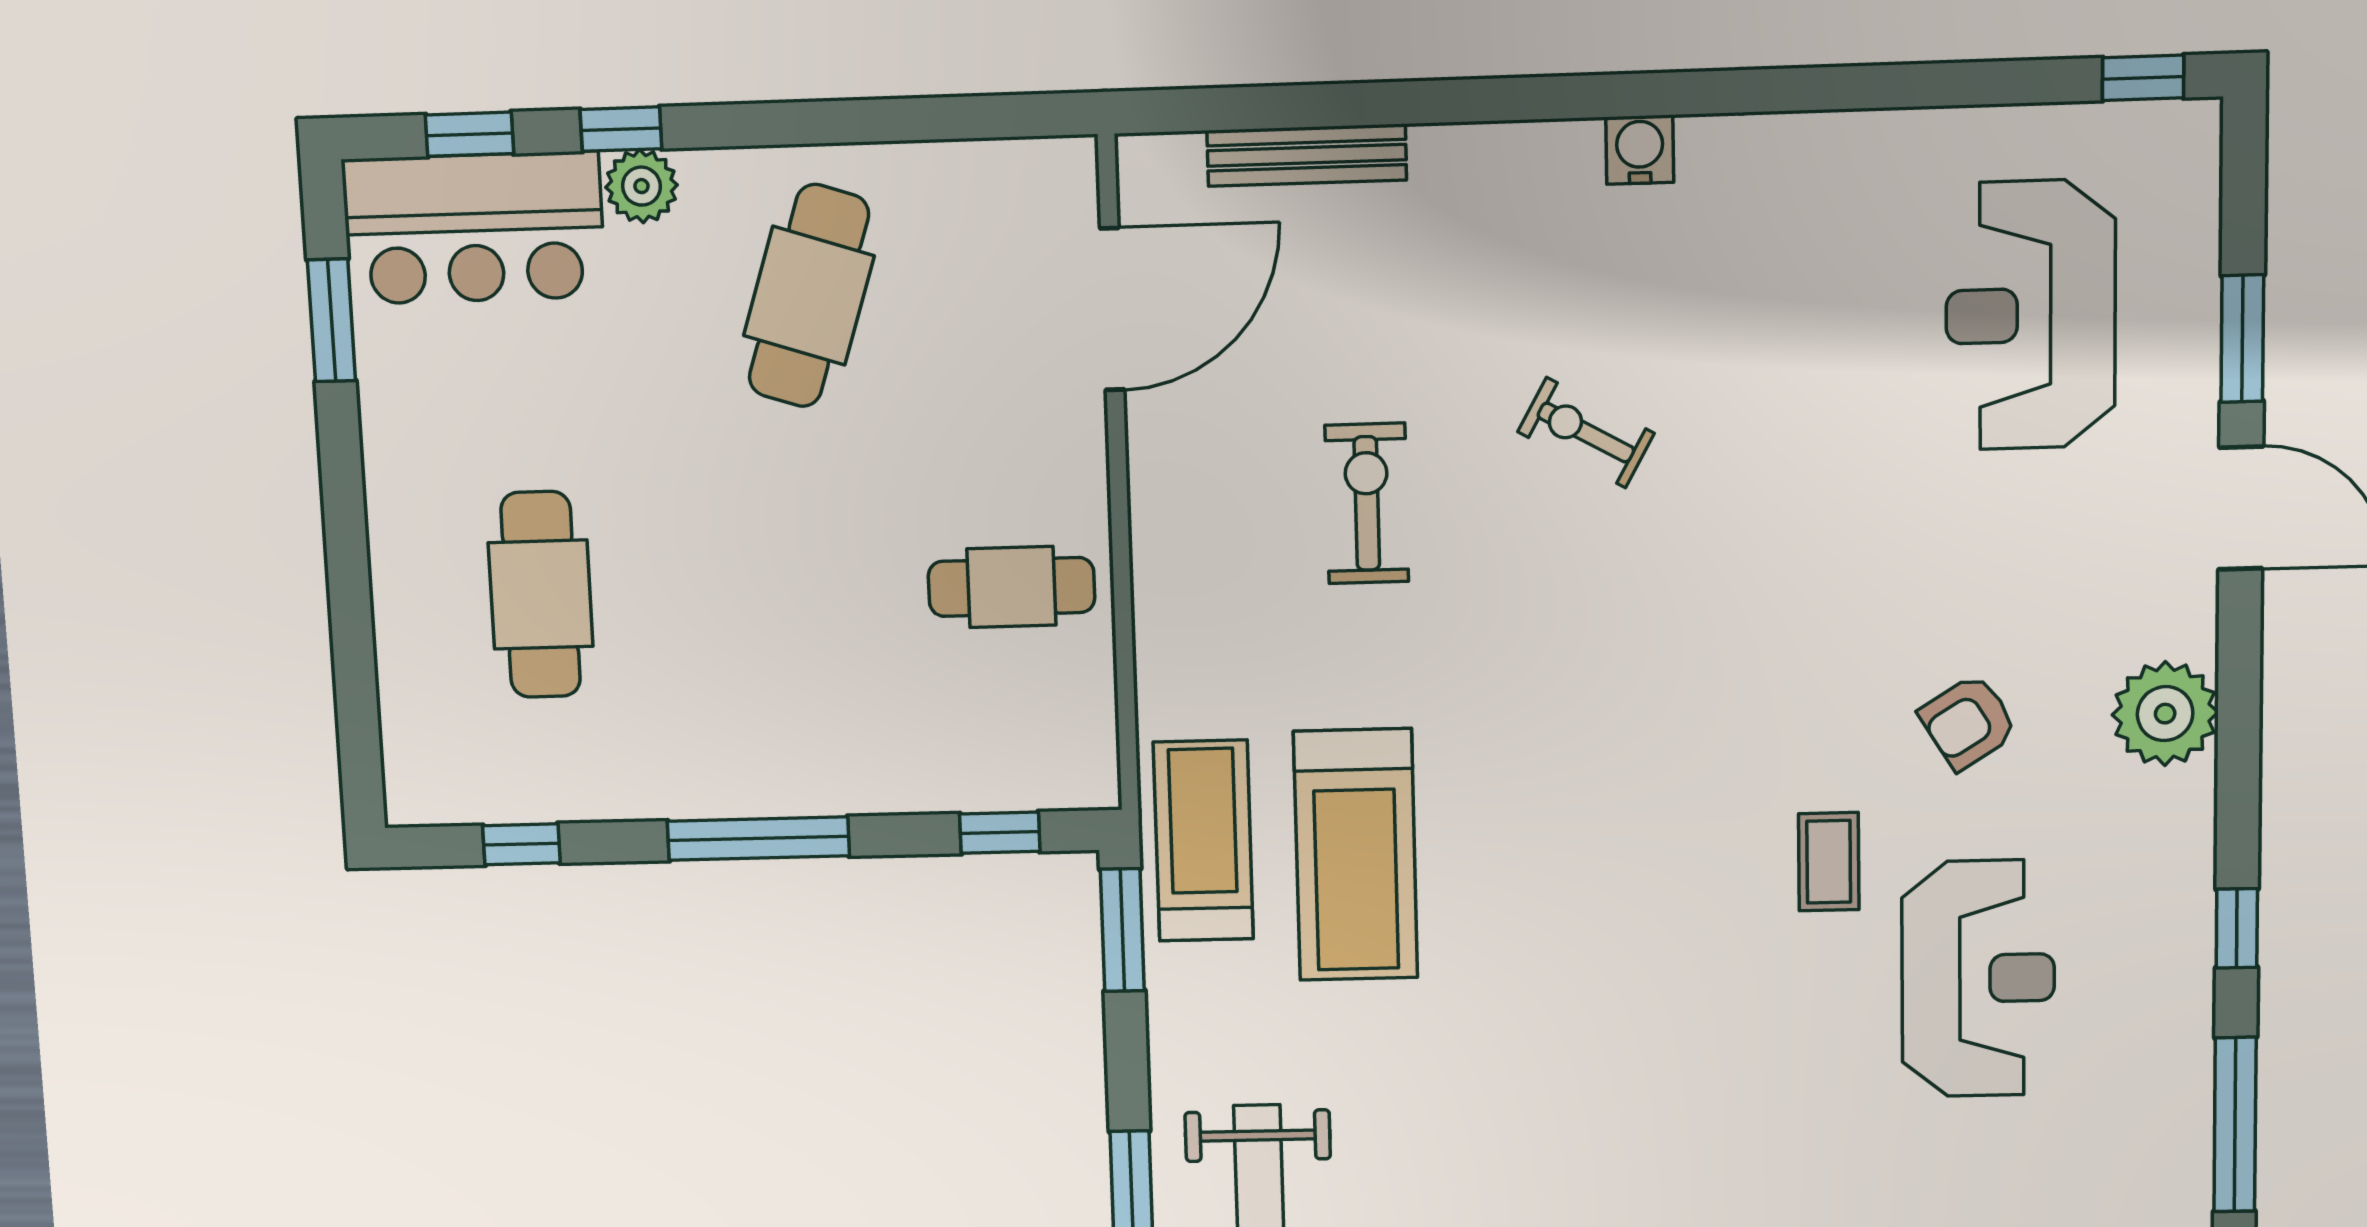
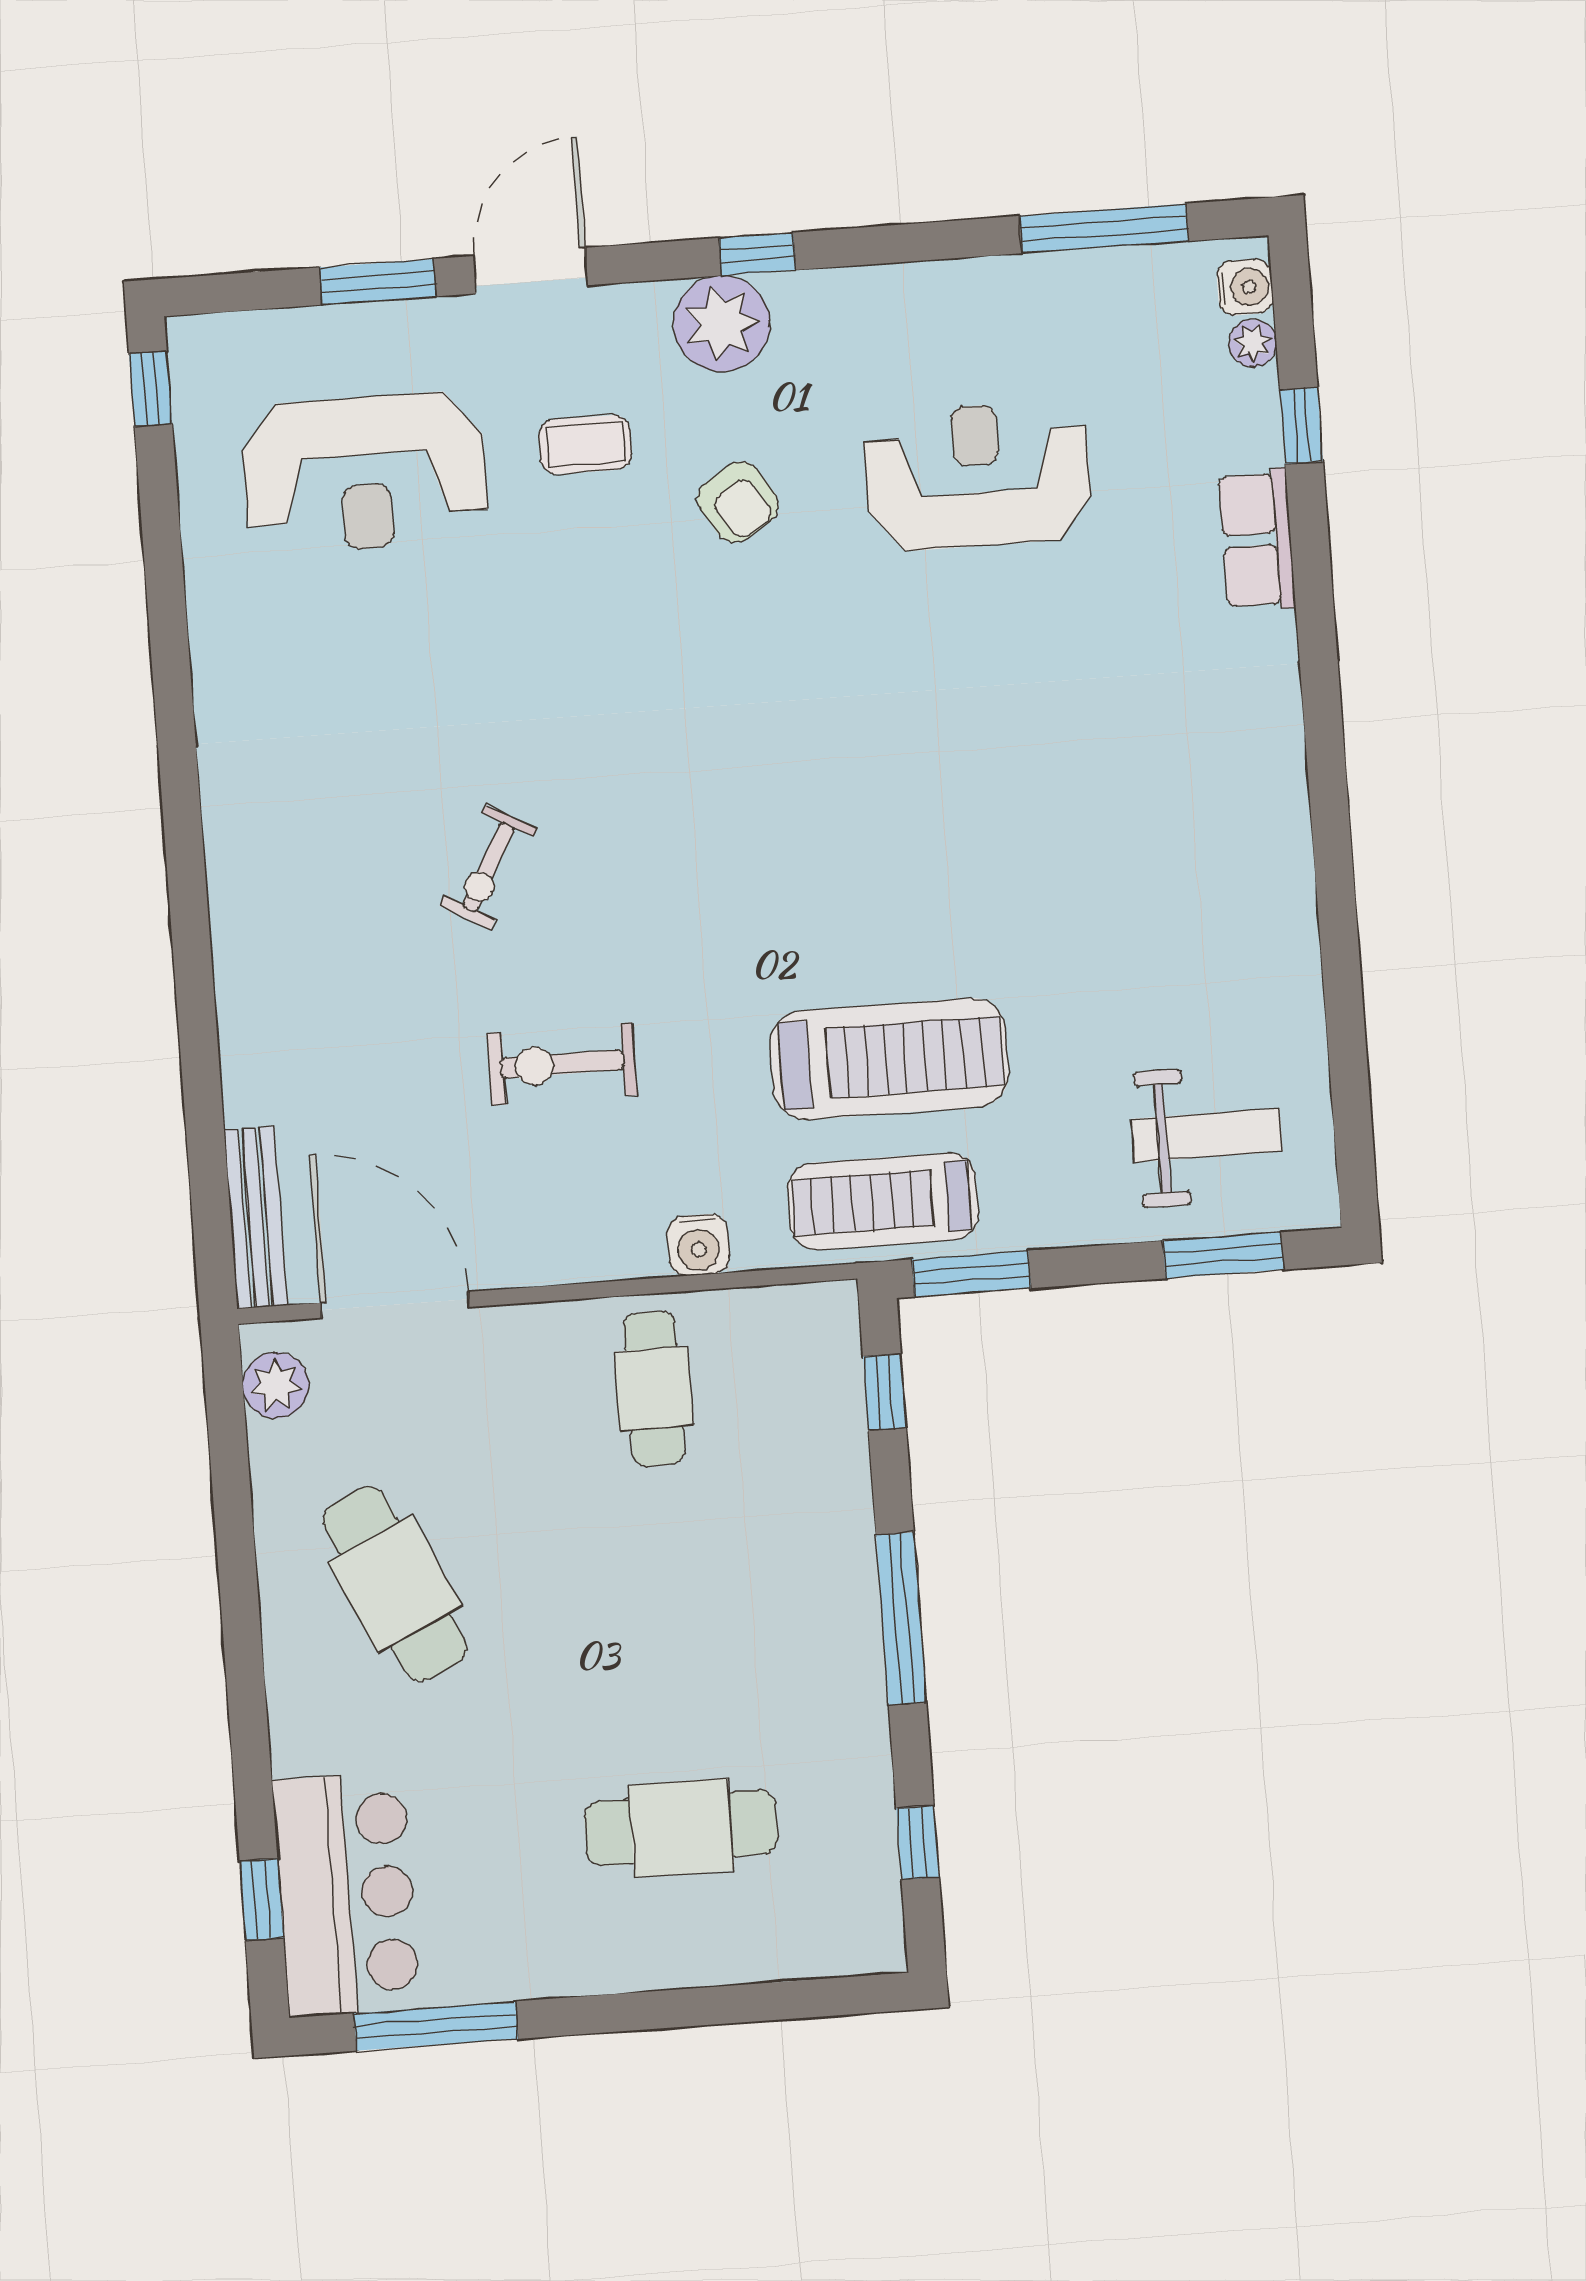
window: (621, 129) -> (251, 1760), removed
water cooler: (1640, 150) -> (698, 1245), moved, turned -90
bench: (1307, 155) -> (255, 1218), moved
plant: (641, 186) -> (276, 1385), moved
cafe table: (809, 296) -> (395, 1584), turned 47
window: (331, 320) -> (436, 2026), width x1.44
coffee table: (1829, 862) -> (585, 445), moved
window: (2237, 928) -> (757, 254), moved

